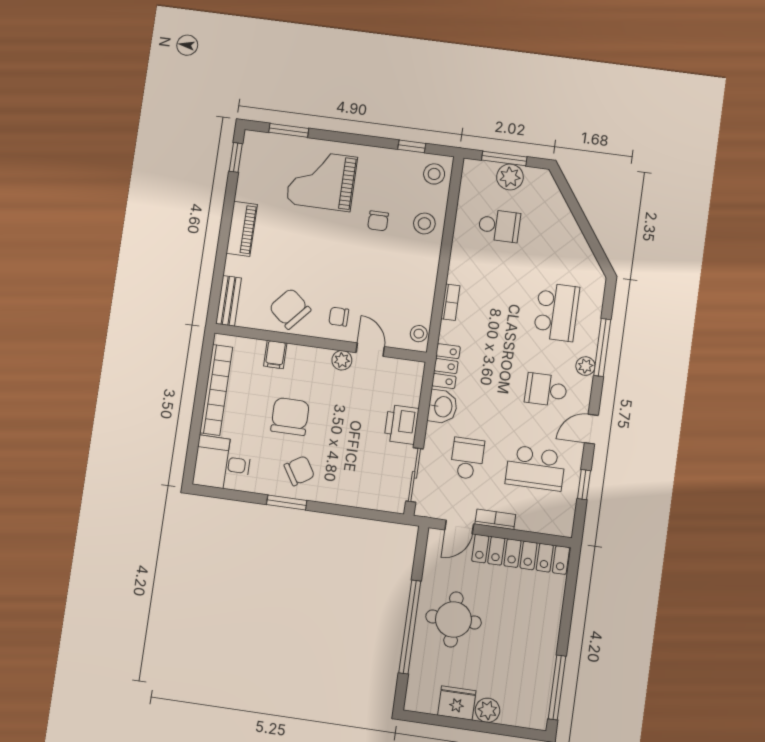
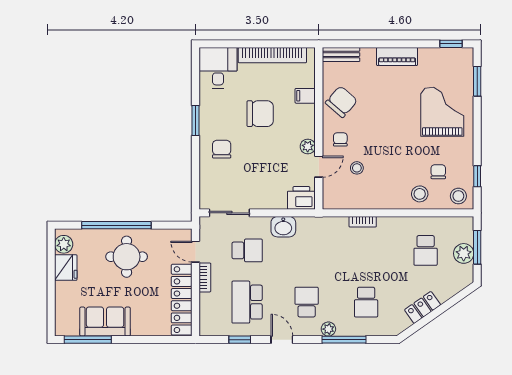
chair: (378, 221) -> (438, 172), moved, turned 90
school desk: (557, 312) -> (366, 302), width x0.54
stool: (419, 334) -> (357, 168), moved
locker: (446, 366) -> (423, 307), moved, turned 145
printer: (401, 424) -> (301, 198), moved
chair: (299, 471) -> (222, 149), moved, turned -148
sofa: (536, 661) -> (105, 322), added
plant: (487, 710) -> (64, 244), moved

